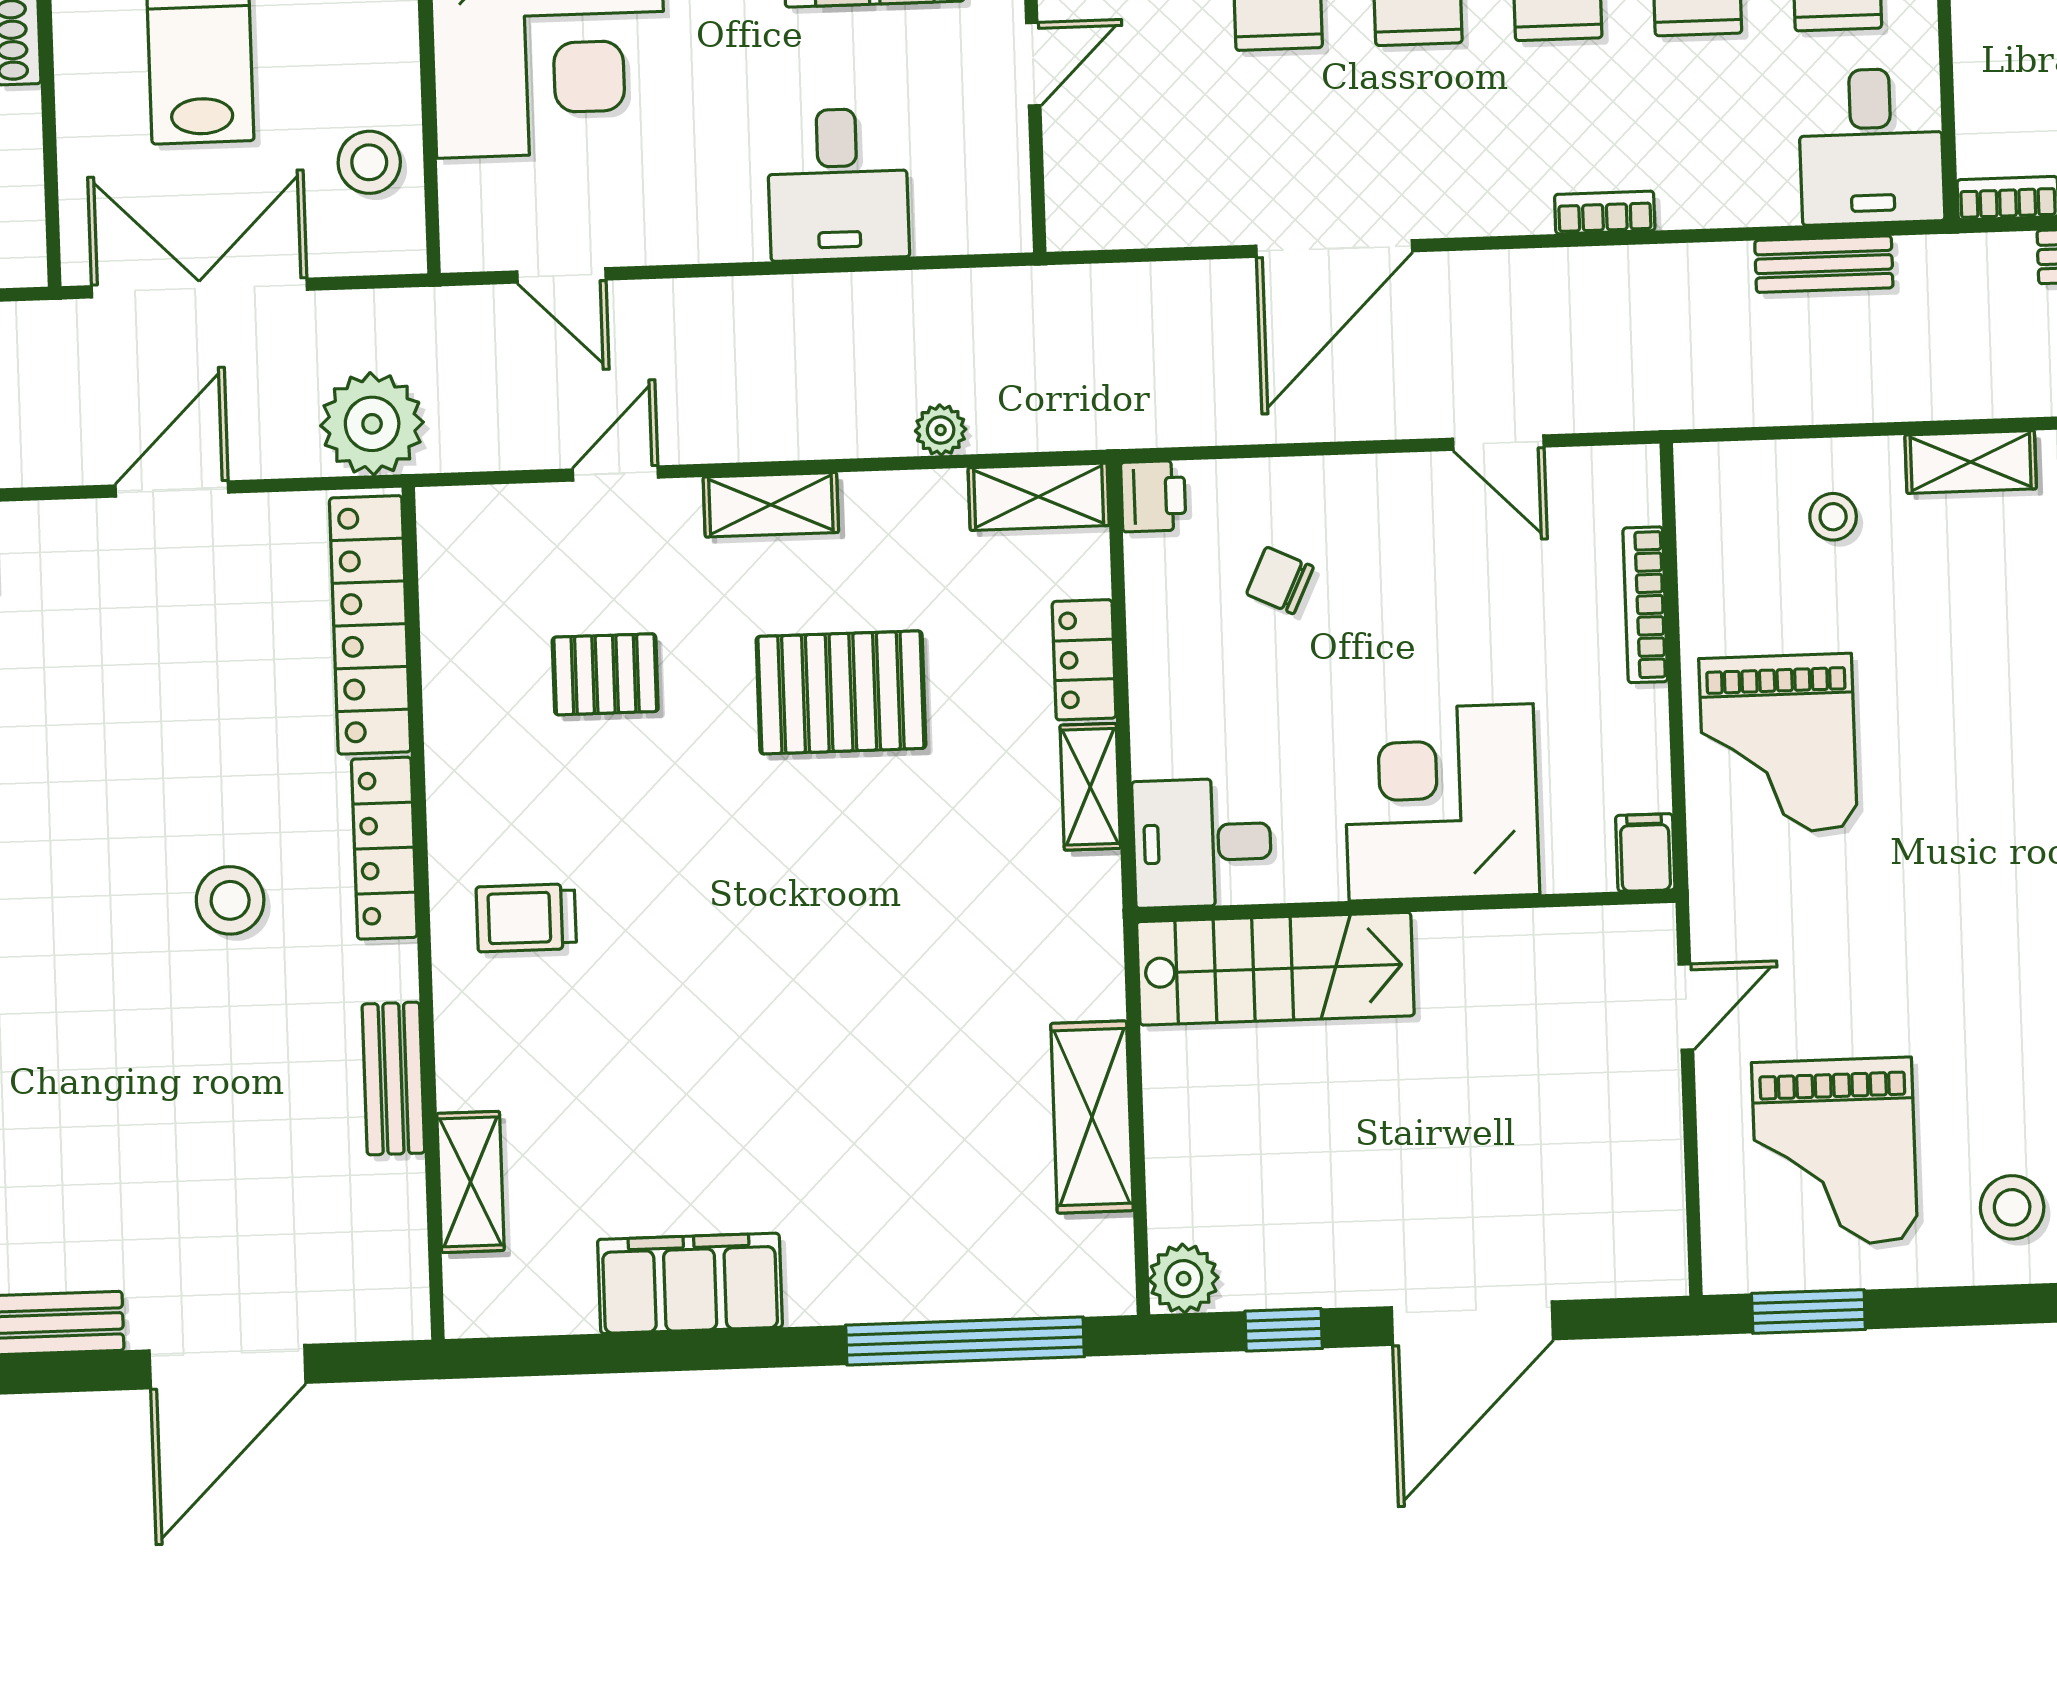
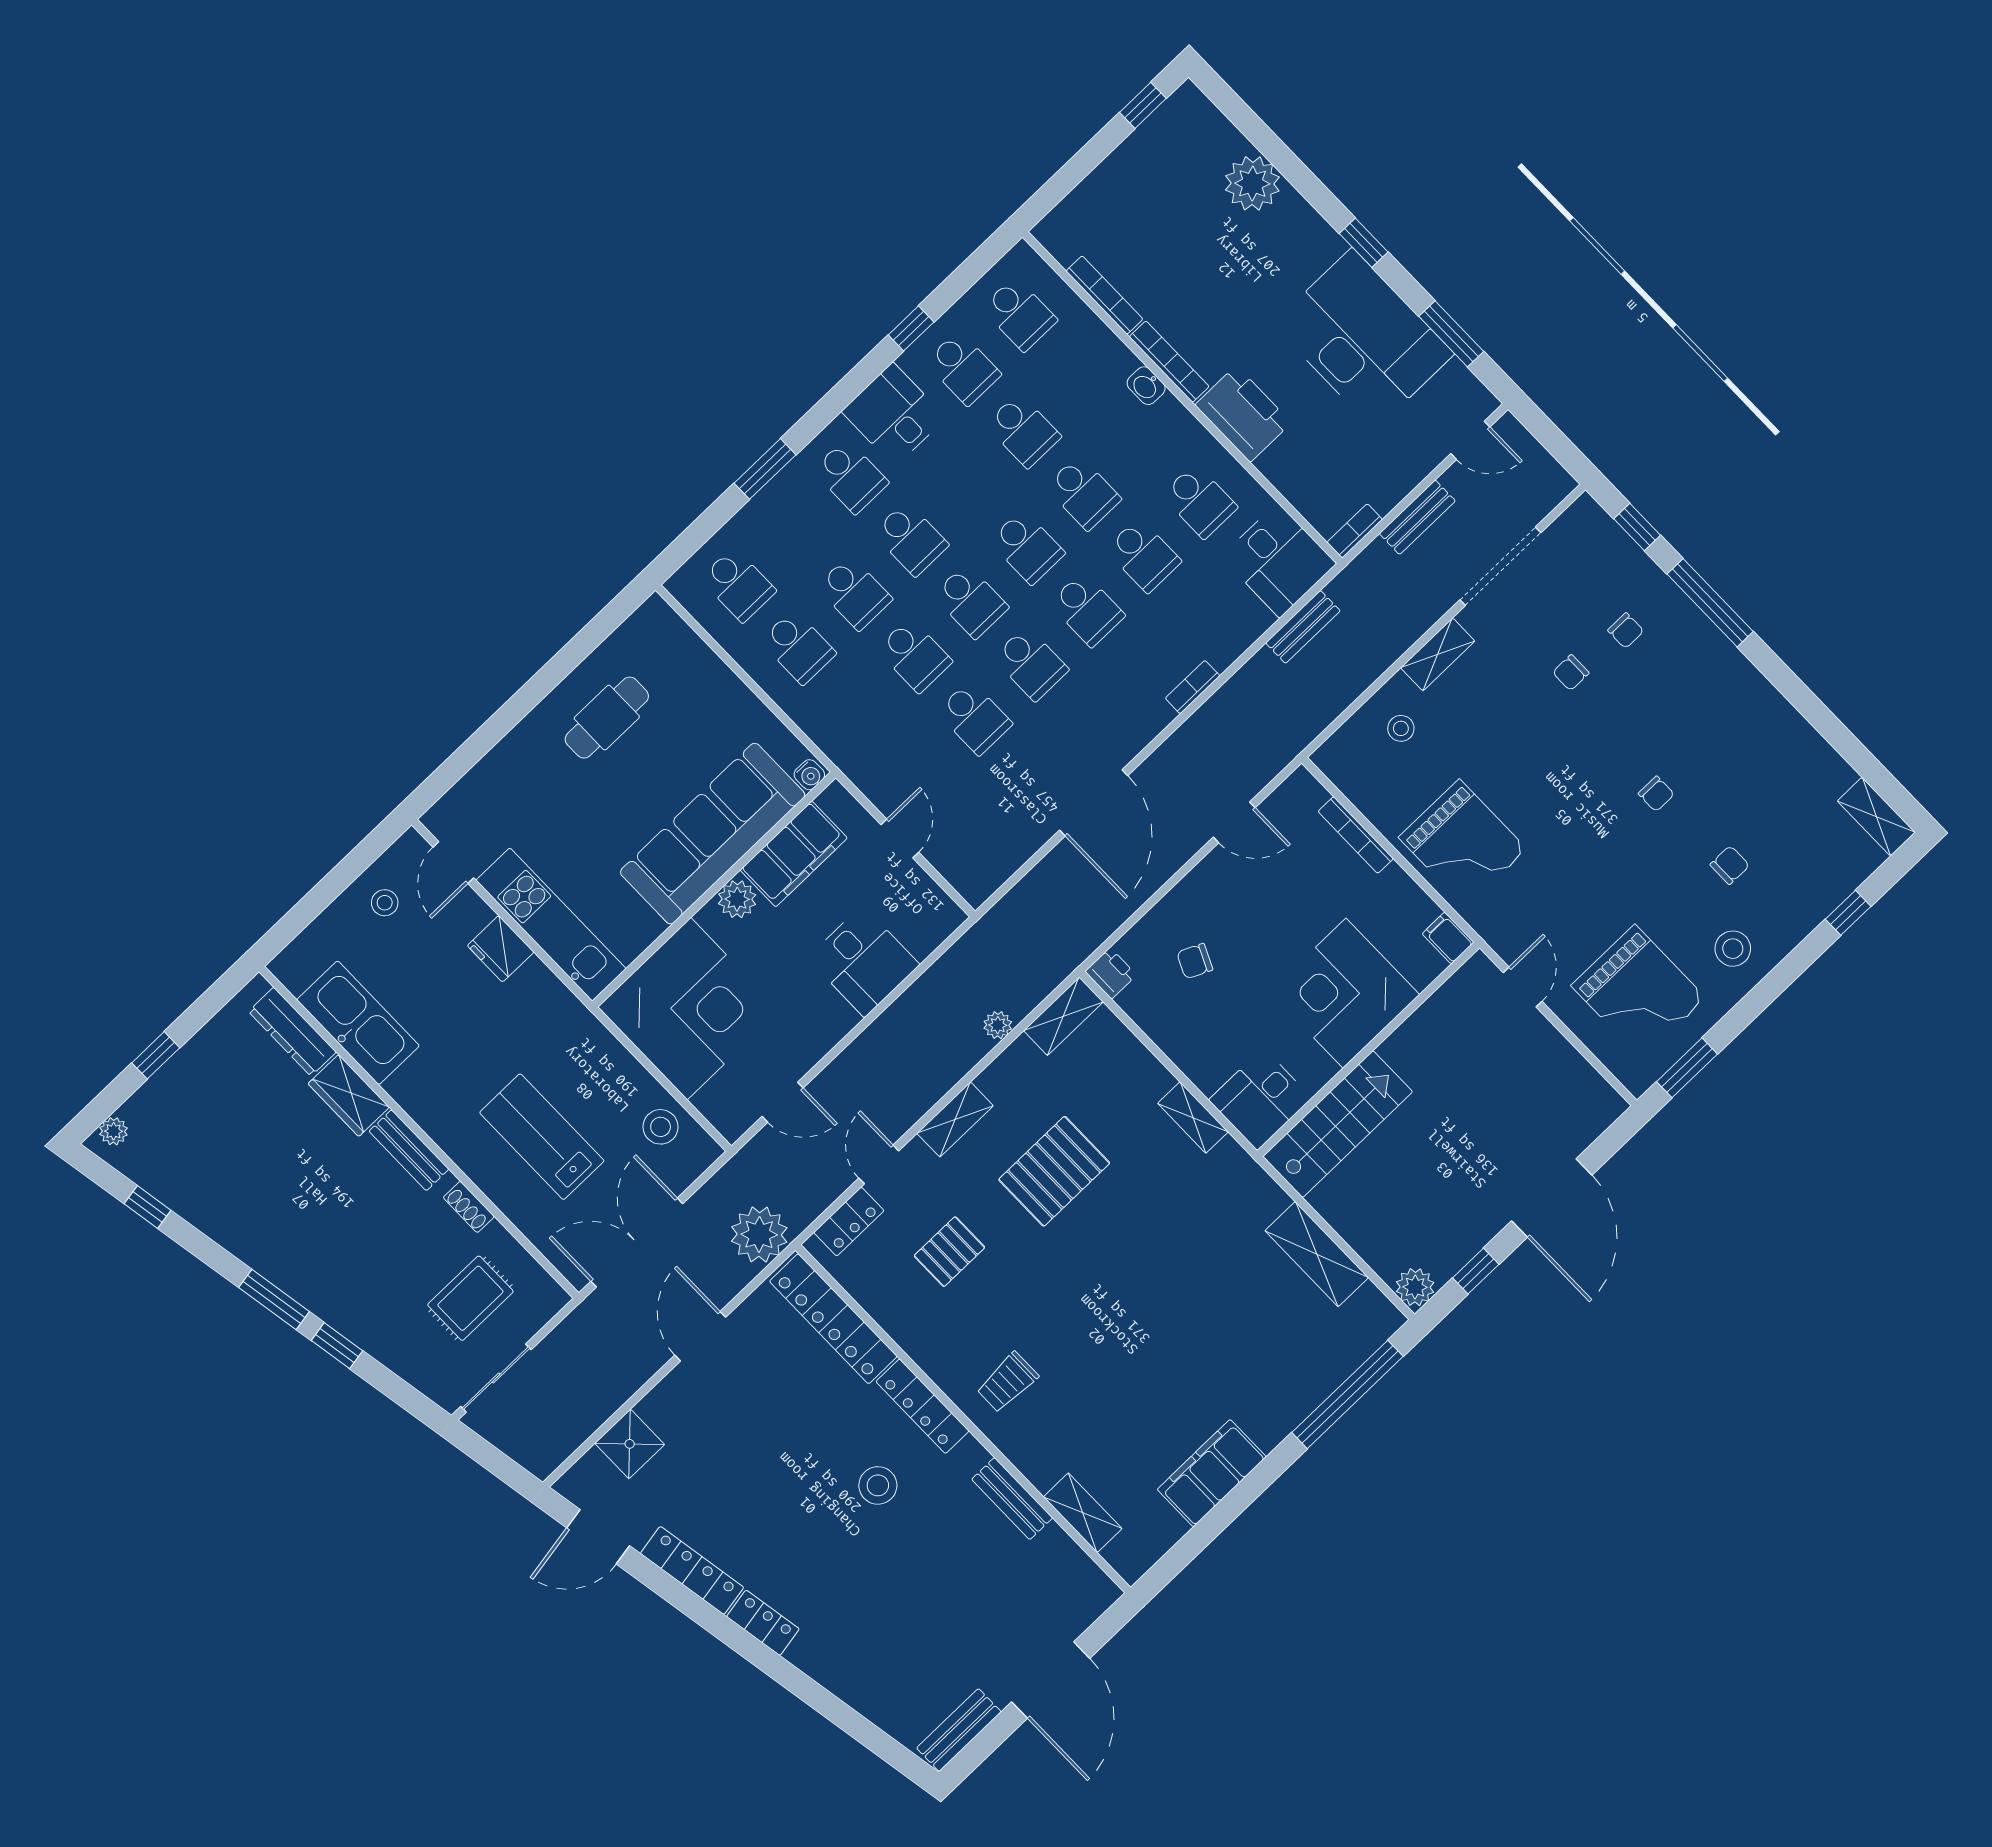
locker: (1084, 660) -> (849, 1222), moved, turned -90

